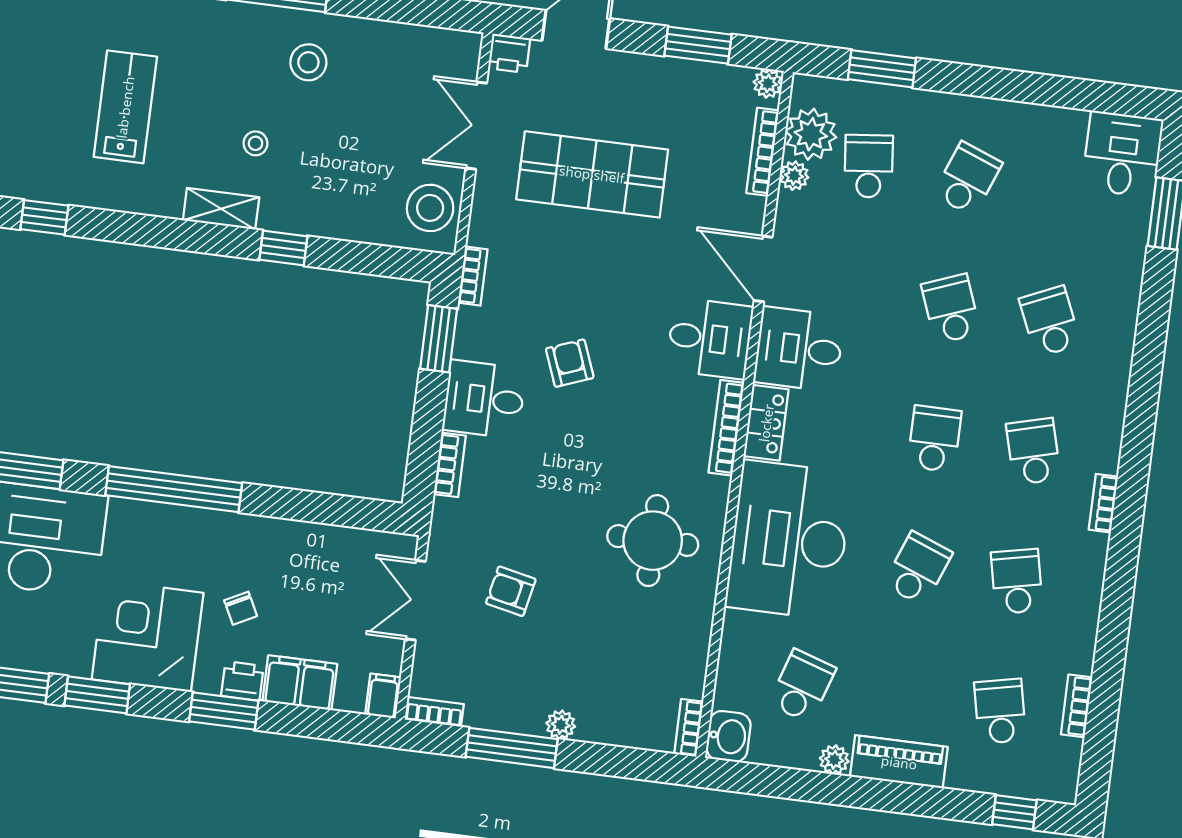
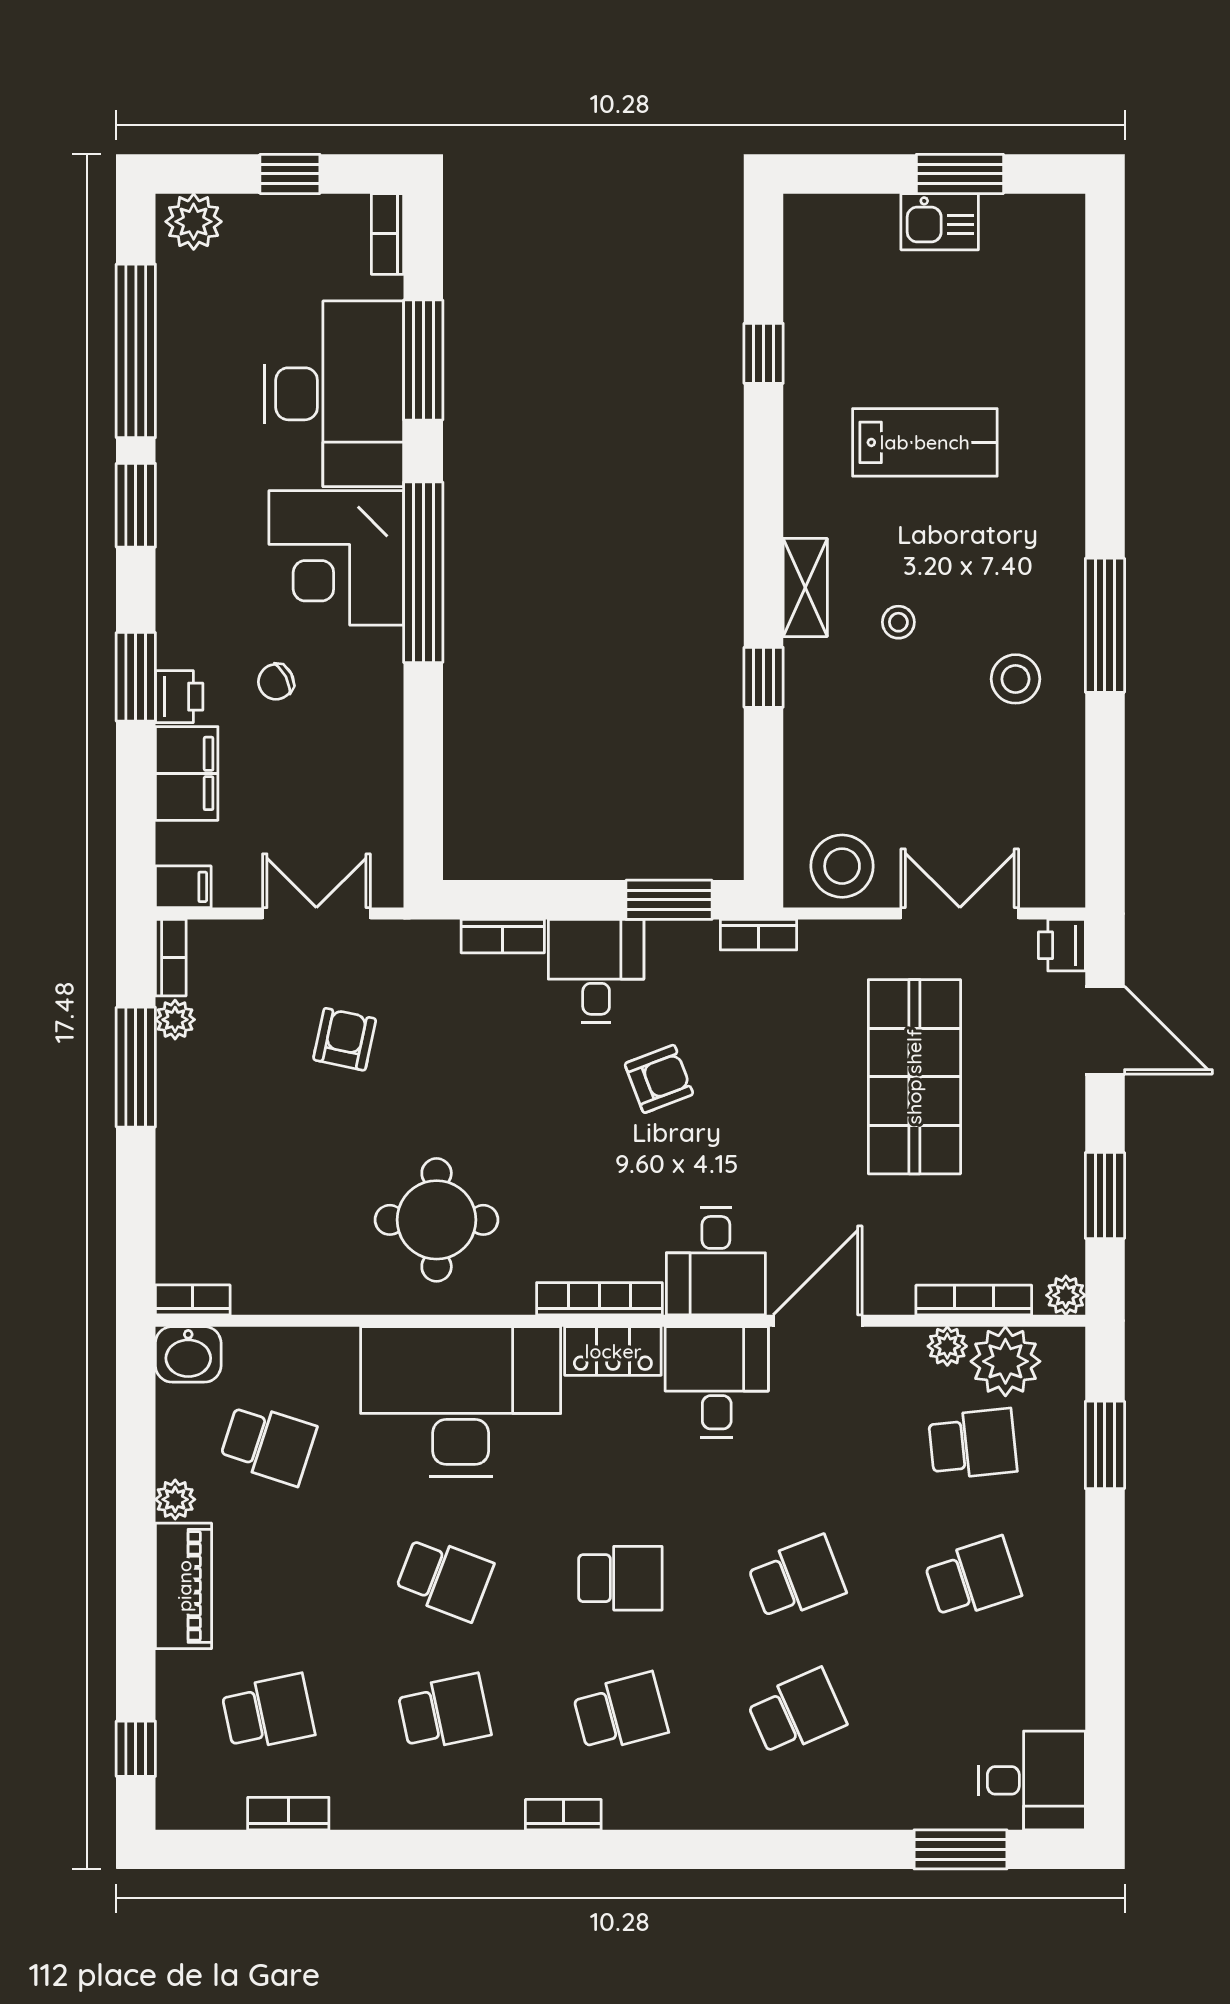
school desk: (968, 179) -> (973, 1578), turned -39
corner desk: (148, 636) -> (336, 558), moved, turned 180
plant: (561, 725) -> (175, 1020), moved

